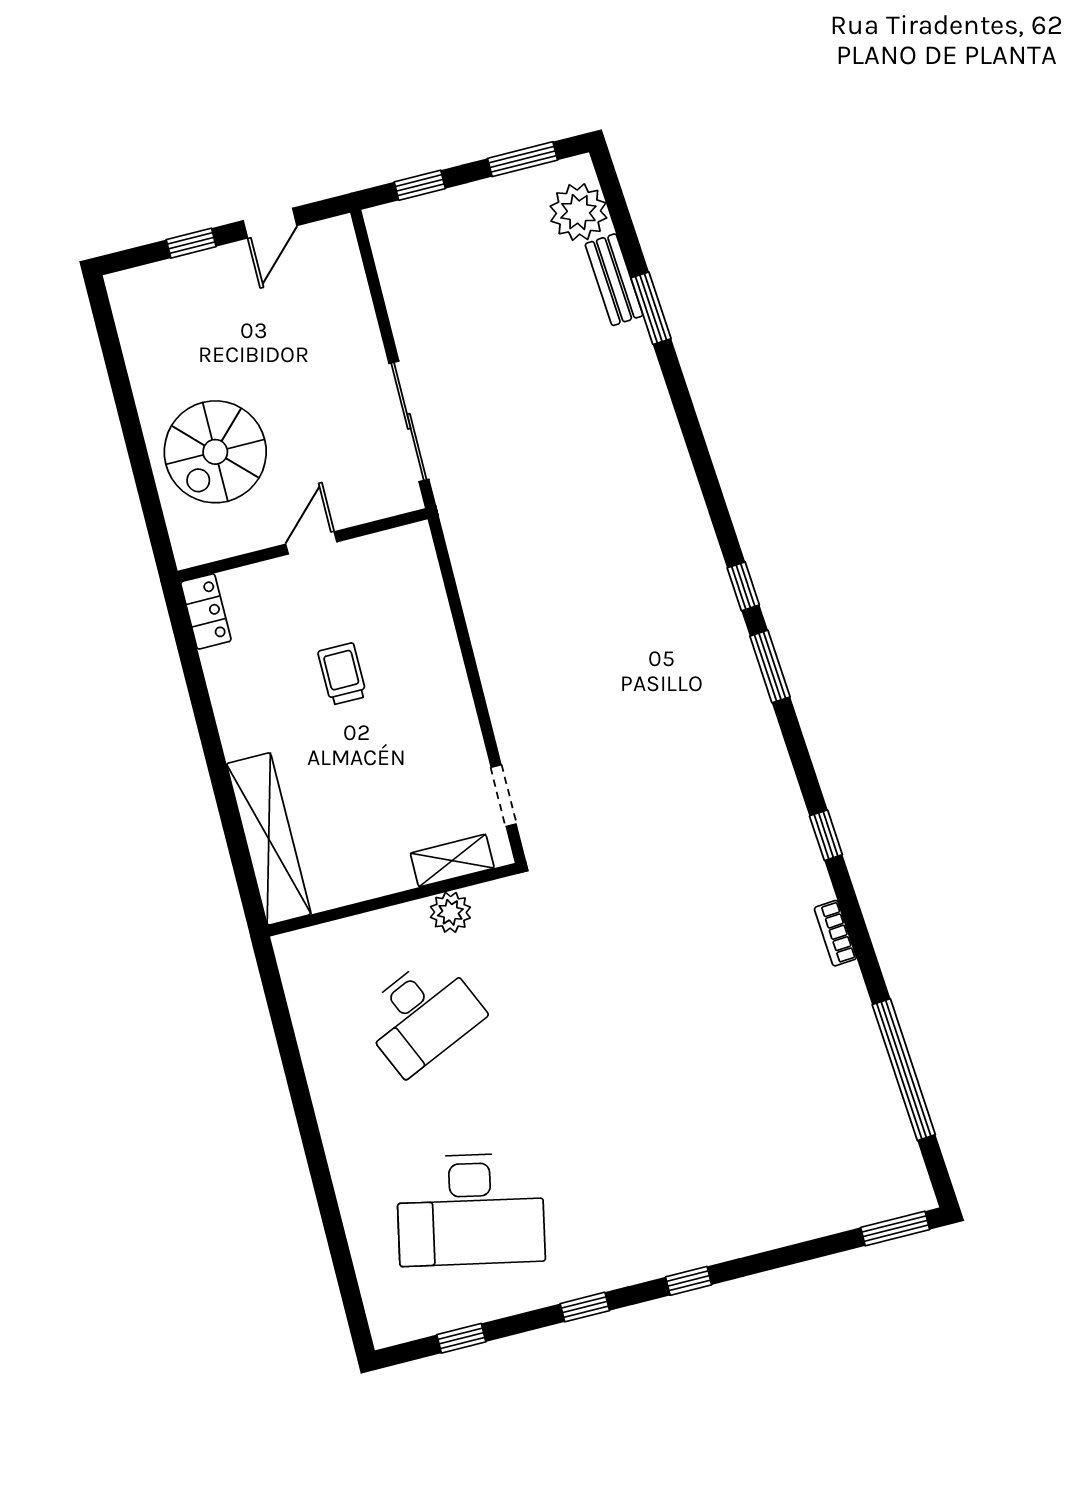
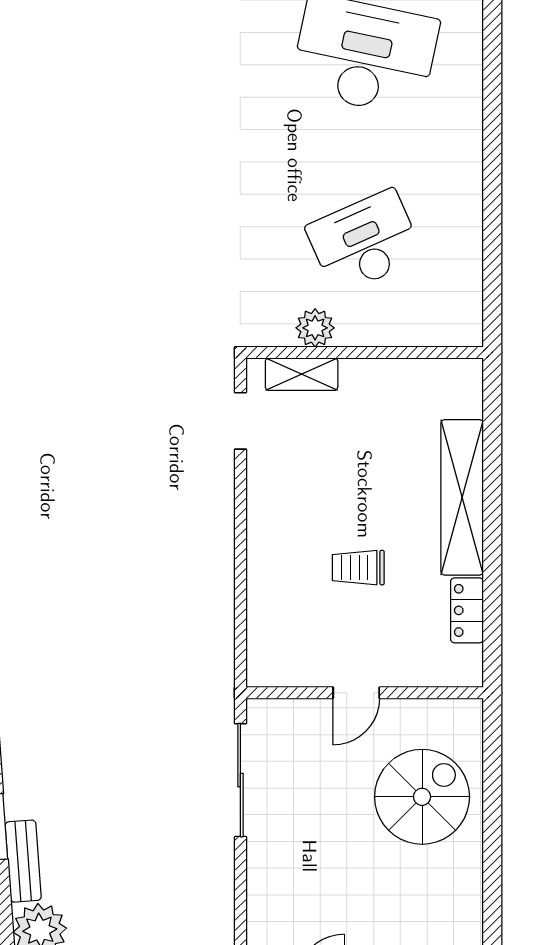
locker: (206, 611) -> (467, 610), moved
trolley: (342, 674) -> (358, 568), turned 90
shelving: (269, 839) -> (462, 497), moved

